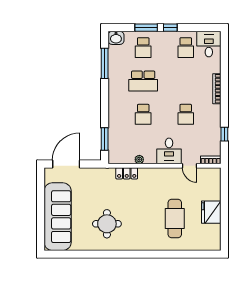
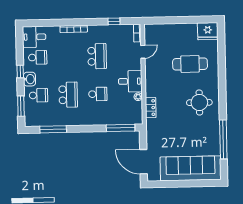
window: (146, 28) -> (21, 106), moved
washbasin: (116, 38) -> (29, 79), moved
school desk: (186, 114) -> (97, 56), width x1.85
window: (105, 139) -> (121, 128), width x1.44
desk: (169, 151) -> (130, 81), moved
fridge: (211, 212) -> (208, 31), moved
round table: (107, 224) -> (199, 102), moved
window: (89, 254) -> (223, 139), added

